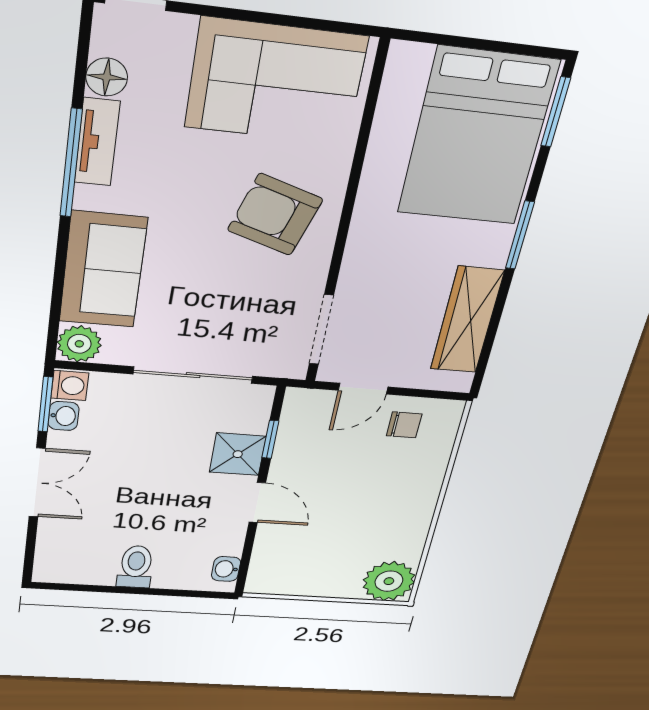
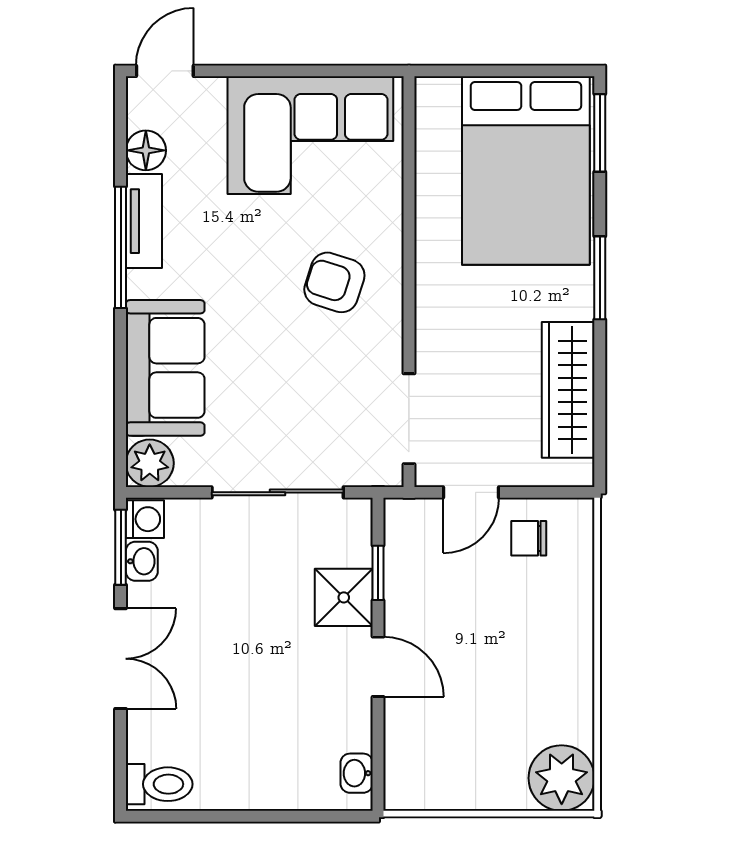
armchair: (275, 215) -> (334, 282), width x0.72, depth x0.72
chair: (404, 425) -> (529, 538), turned 180
toilet: (136, 567) -> (159, 784), moved, turned 90

